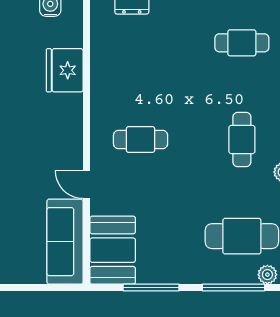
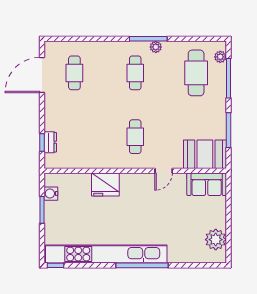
fridge: (65, 70) -> (105, 184), moved
cafe table: (242, 139) -> (135, 73), turned 90
sofa: (65, 242) -> (207, 184), width x0.73

